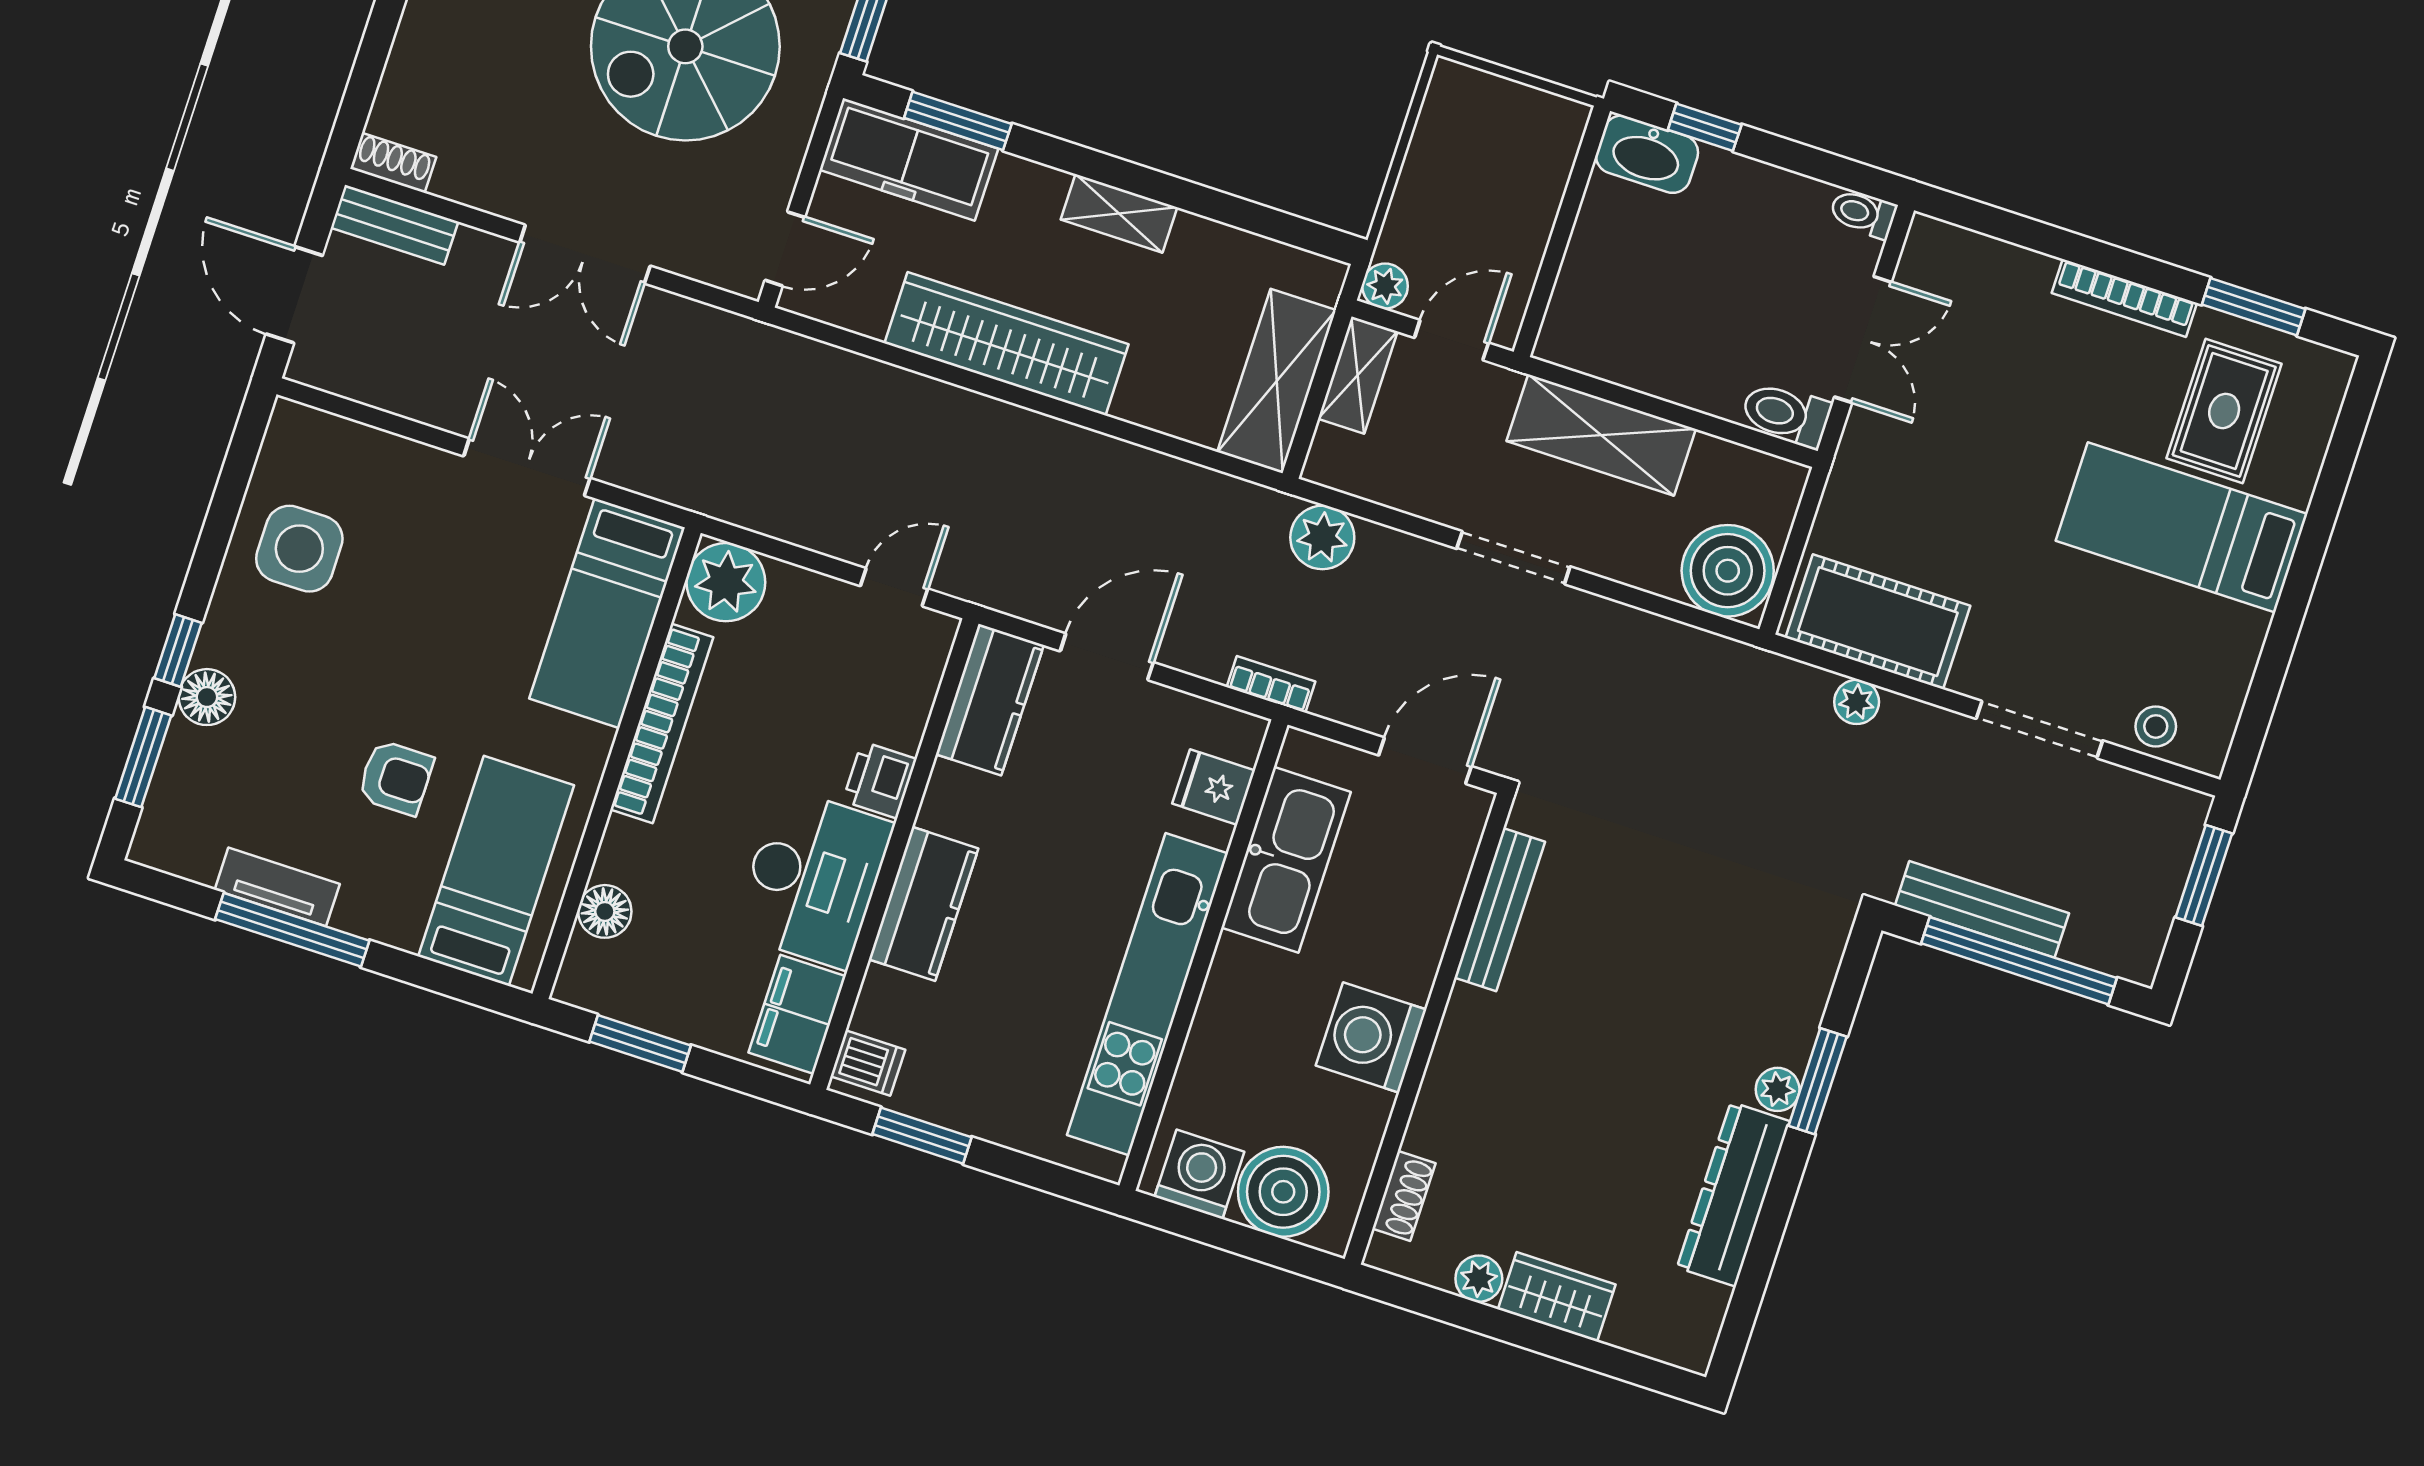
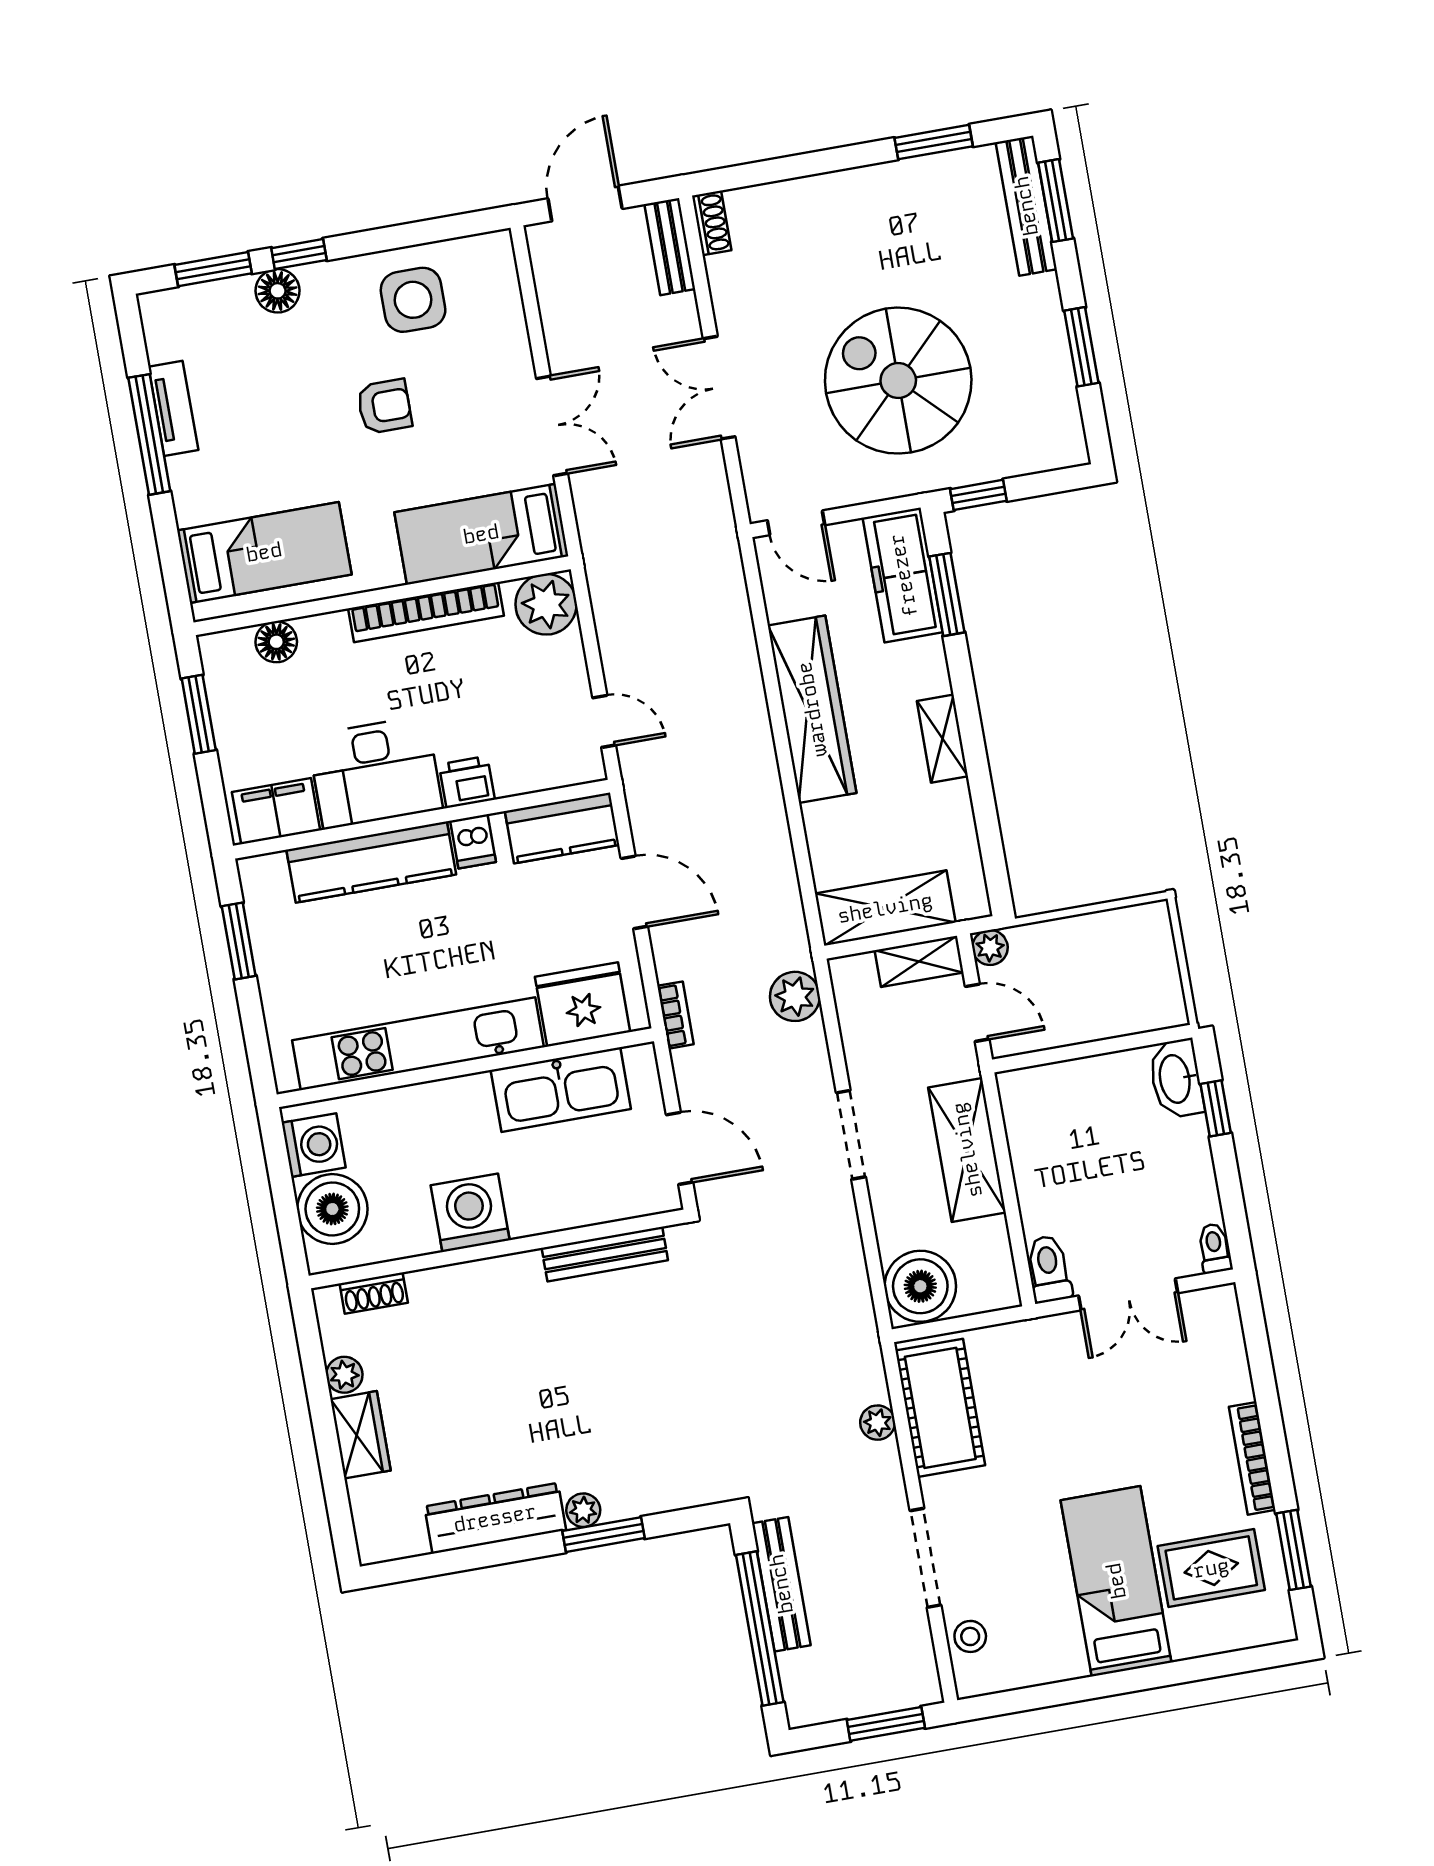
armchair: (396, 778) -> (384, 406), moved, turned -90
fridge: (1214, 787) -> (583, 1004), width x1.88, depth x1.34
kitchen counter: (924, 904) -> (371, 862), width x1.50
dishwasher: (868, 1063) -> (473, 841), moved

